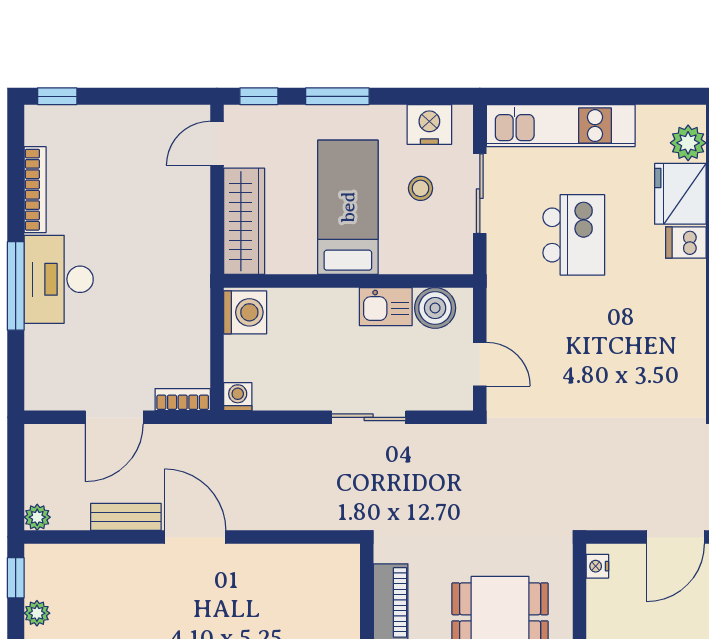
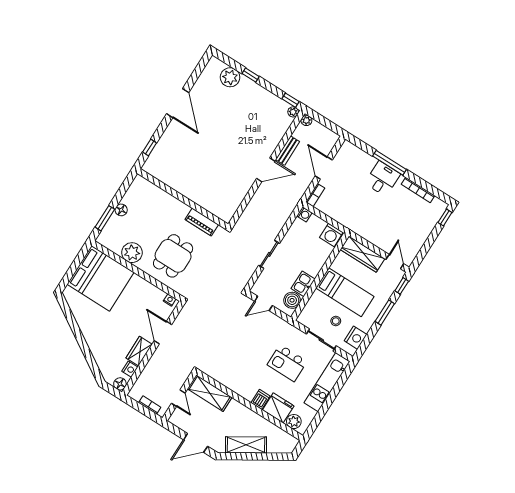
desk: (59, 279) -> (383, 179), width x0.73
plant: (37, 613) -> (293, 112), moved

